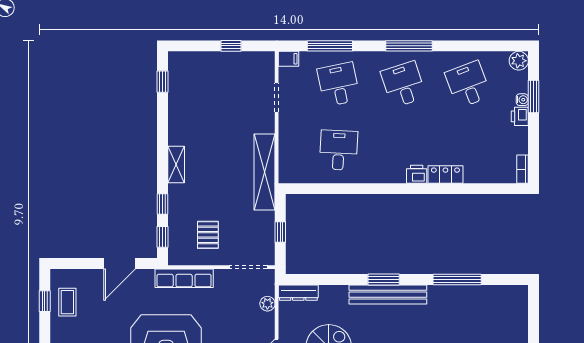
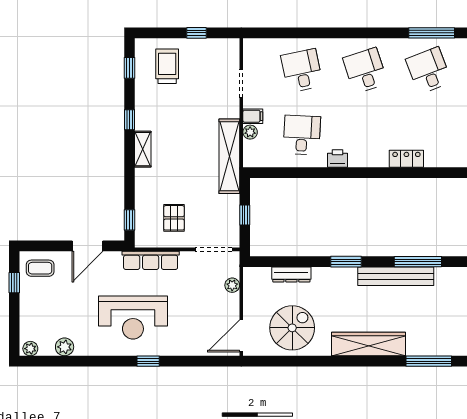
window: (330, 46) -> (293, 33), removed
window: (409, 46) -> (432, 33), moved
filing cabinet: (288, 59) -> (253, 116), moved
trolley: (201, 80) -> (167, 66), added
plant: (286, 147) -> (250, 132), added
printer: (417, 174) -> (337, 158), moved
window: (162, 204) -> (129, 120), moved
dresser: (298, 293) -> (291, 274), moved
bench: (388, 295) -> (396, 276), moved
coffee table: (67, 302) -> (40, 268), moved, turned 90

